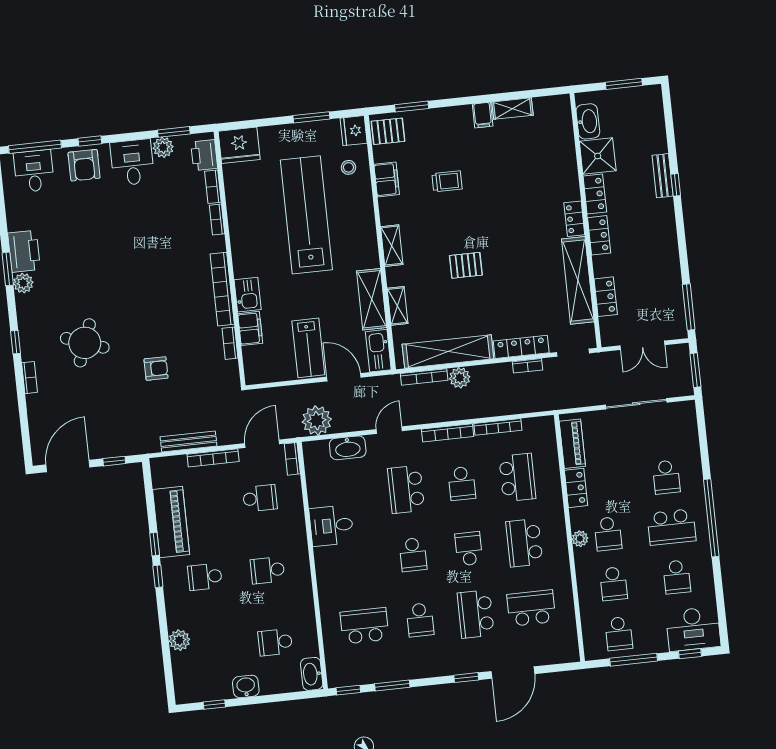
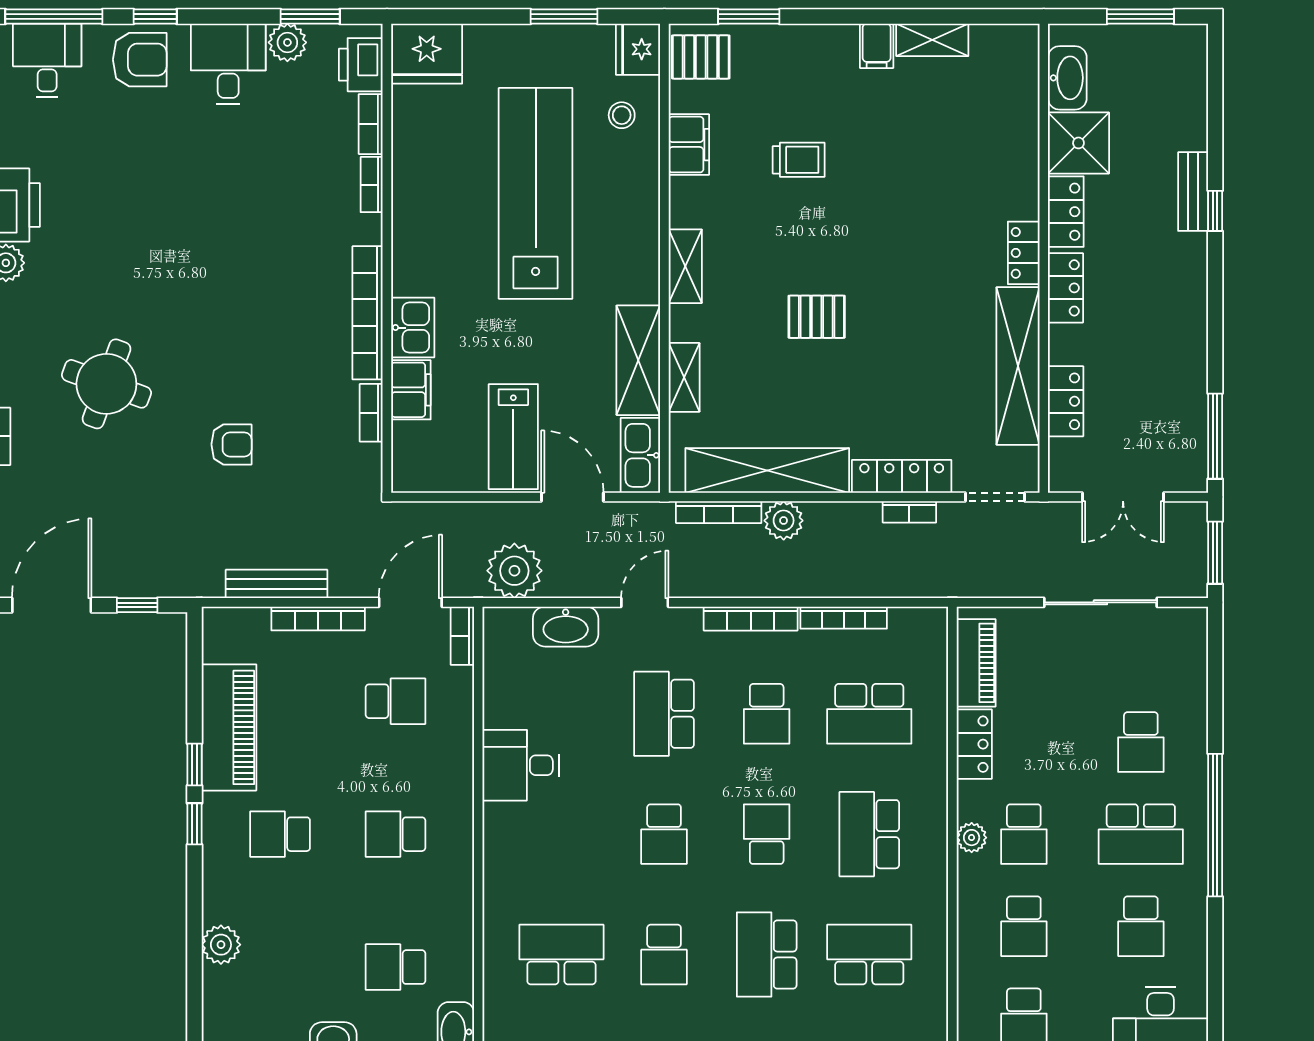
armchair: (84, 165) -> (140, 60), turned -90
school desk: (517, 478) -> (869, 714), turned 90

